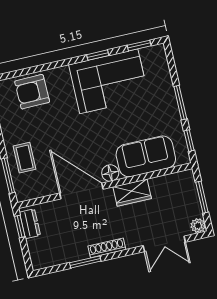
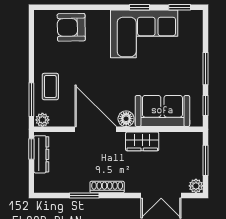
plant: (24, 194) -> (42, 120), added
dresser: (30, 224) -> (41, 154), width x1.44

